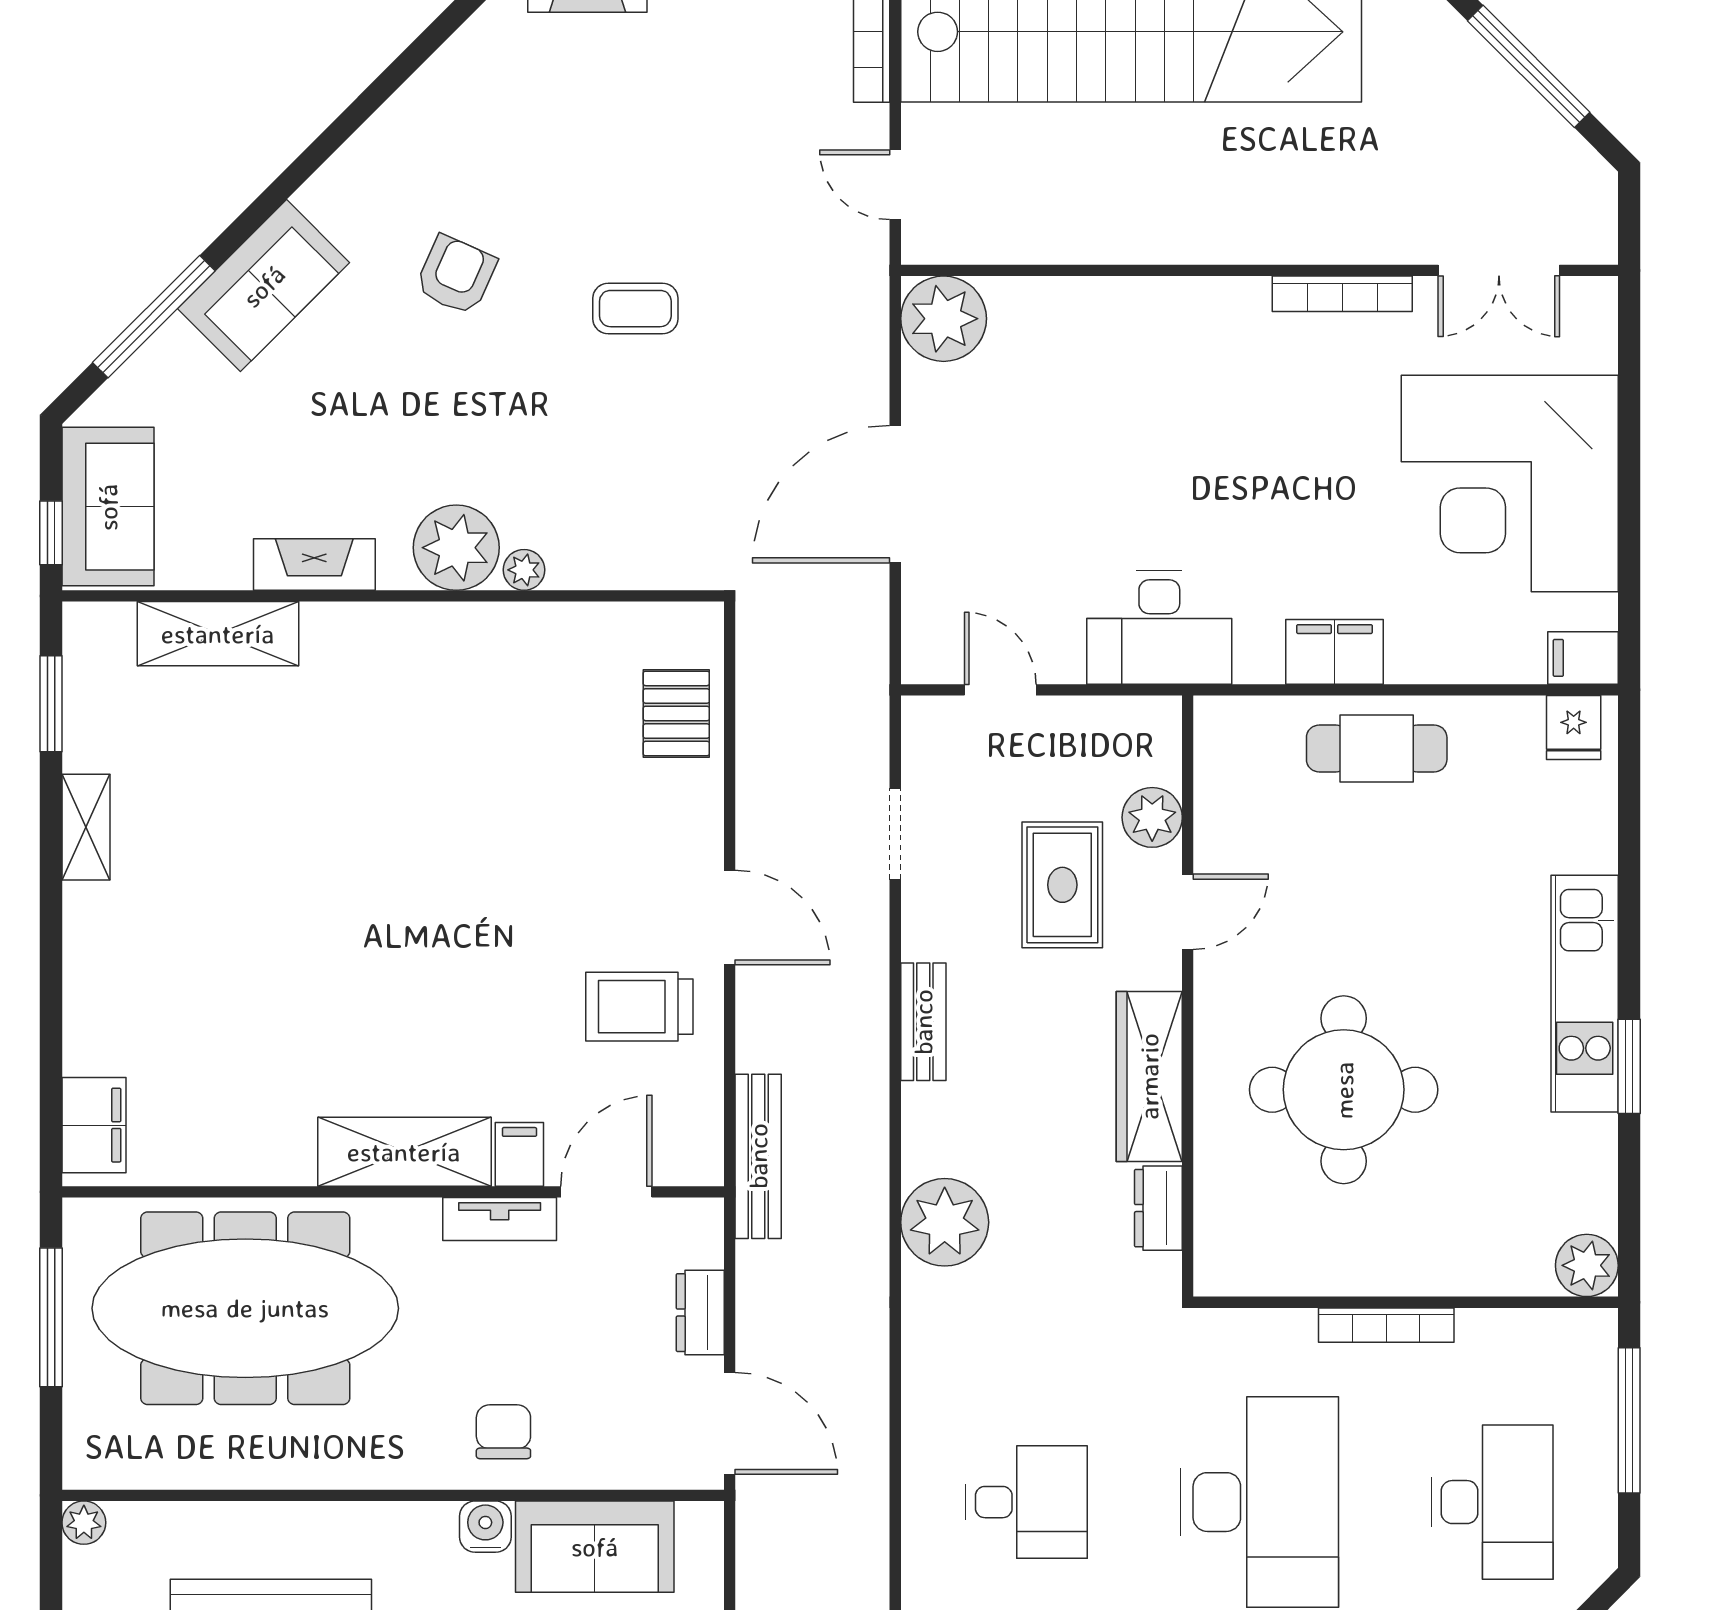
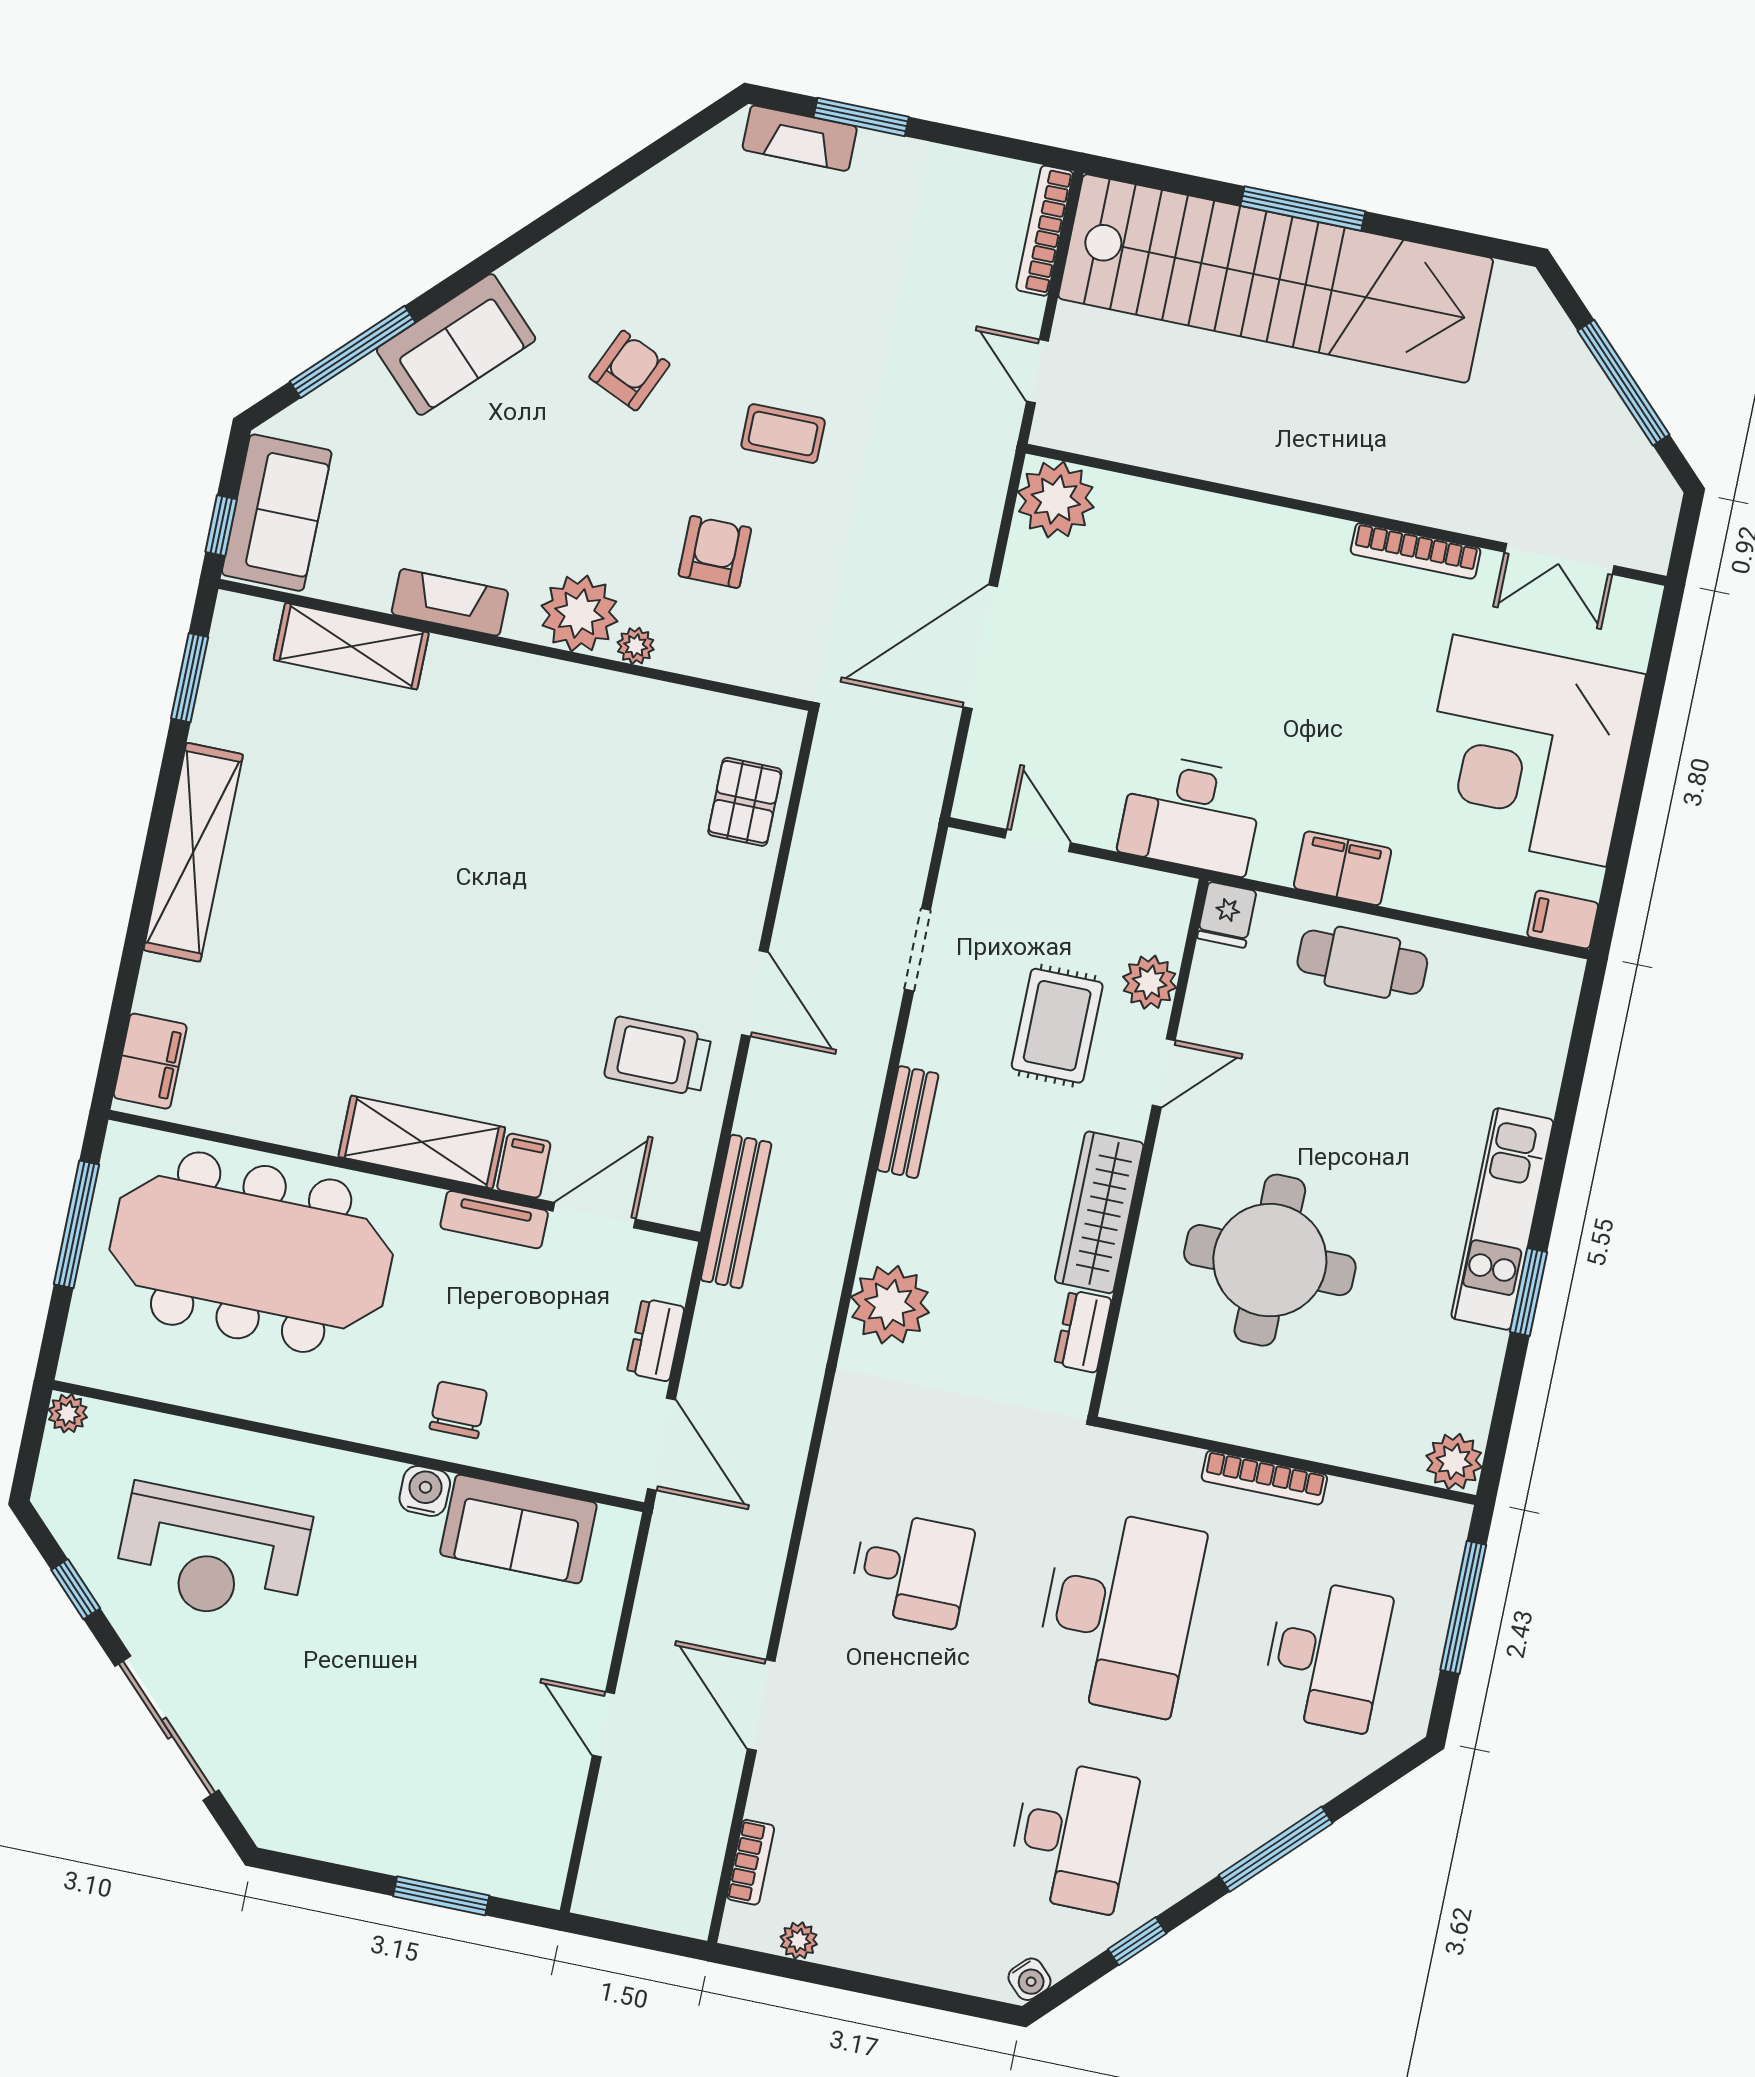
armchair: (588, 451) -> (715, 552), added
fridge: (1574, 727) -> (1227, 915), moved
shelving: (86, 827) -> (193, 852), width x2.20, depth x1.33

